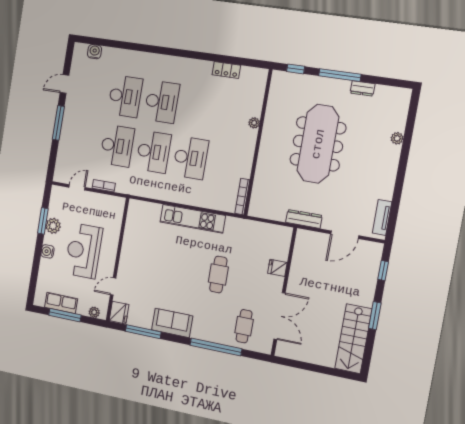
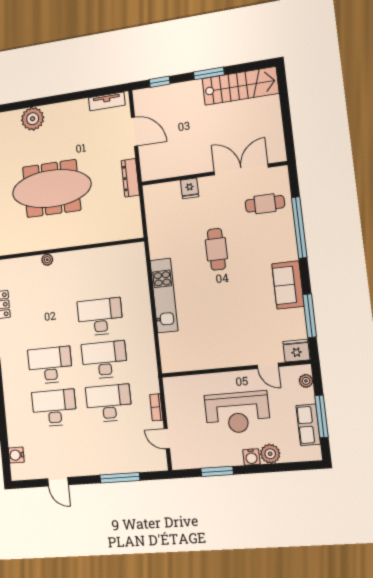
window: (58, 123) -> (120, 478), moved
plant: (397, 138) -> (33, 119), width x1.87, depth x1.87
bookcase: (242, 197) -> (125, 249), removed
plant: (53, 226) -> (270, 454), moved
cafe table: (218, 275) -> (216, 249), turned 90

